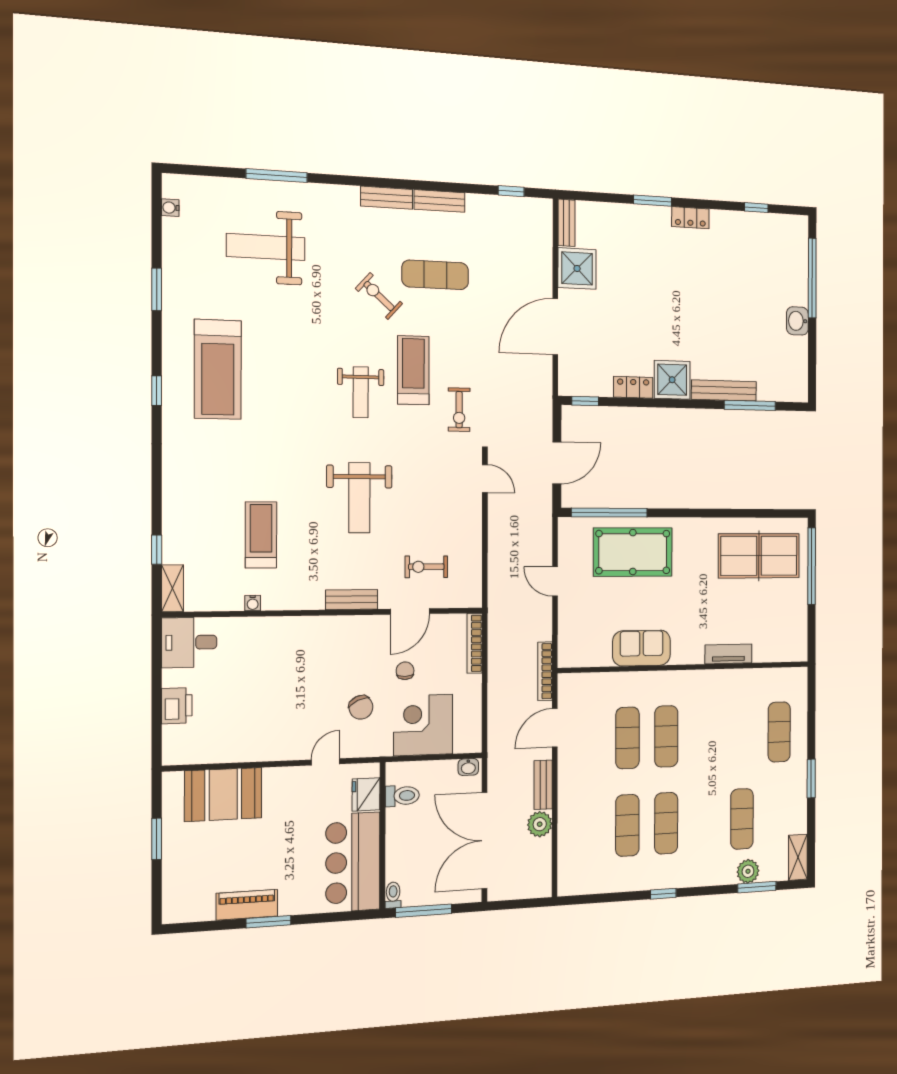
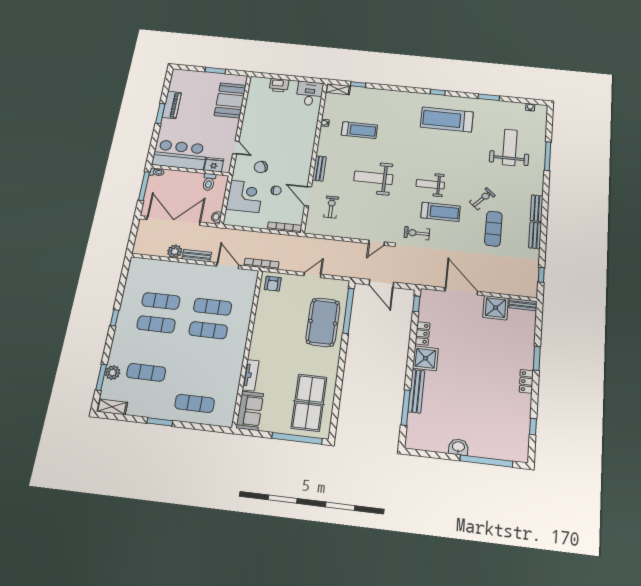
armchair: (577, 646) -> (273, 284), added
sofa: (642, 648) -> (250, 411), moved

